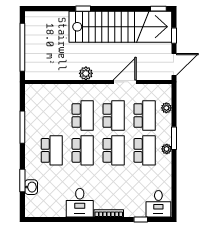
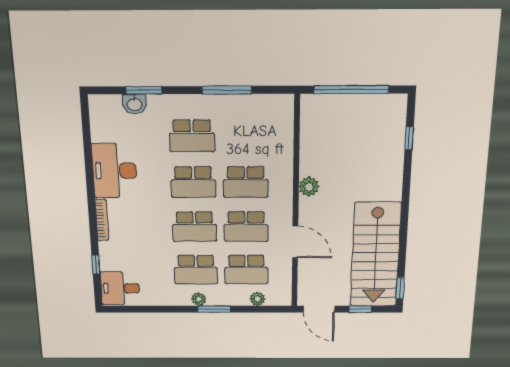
window: (83, 9) -> (409, 139), moved
stairs: (120, 27) -> (376, 255), width x0.73
desk: (80, 203) -> (114, 171), width x1.37

